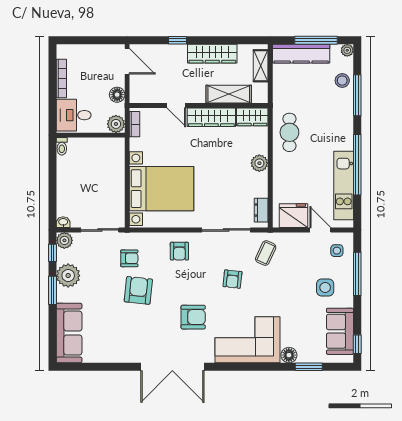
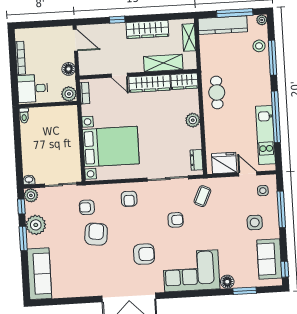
armchair: (129, 258) -> (87, 207), turned 180
armchair: (232, 279) -> (176, 220), turned -96

